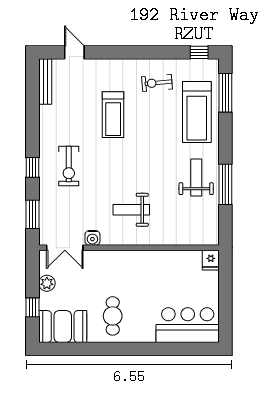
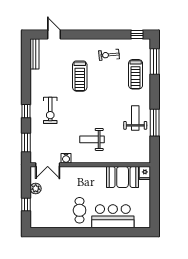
treadmill: (197, 112) -> (136, 74), width x0.73, depth x0.73
bar counter: (188, 325) -> (113, 216), moved
booth: (63, 327) -> (123, 177), moved

